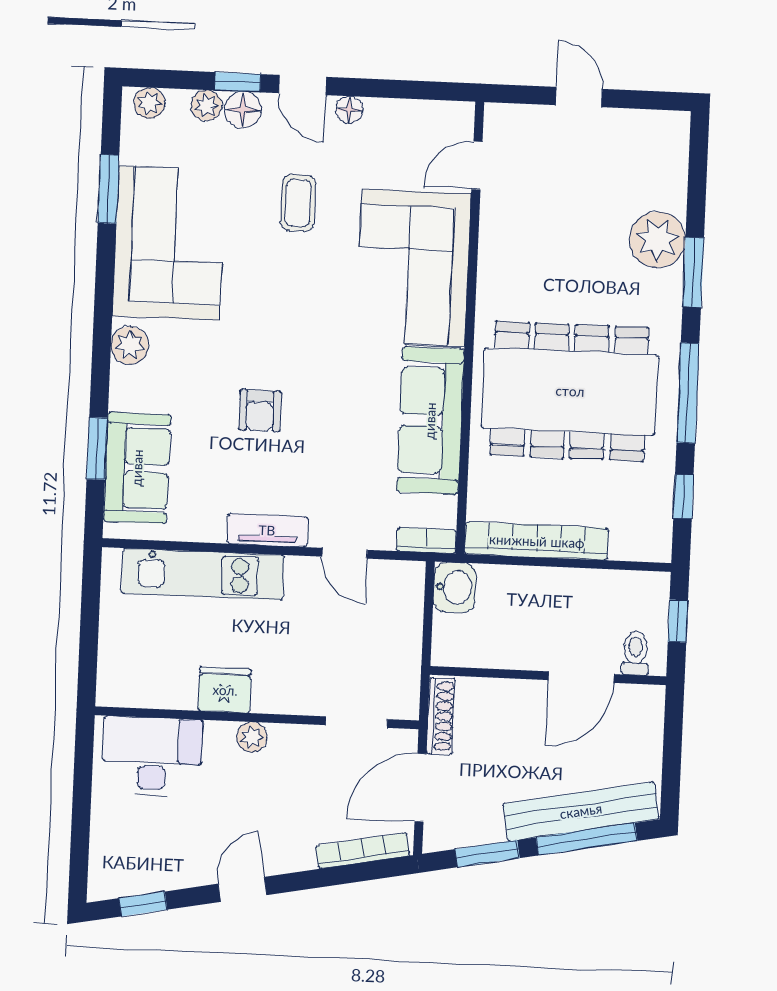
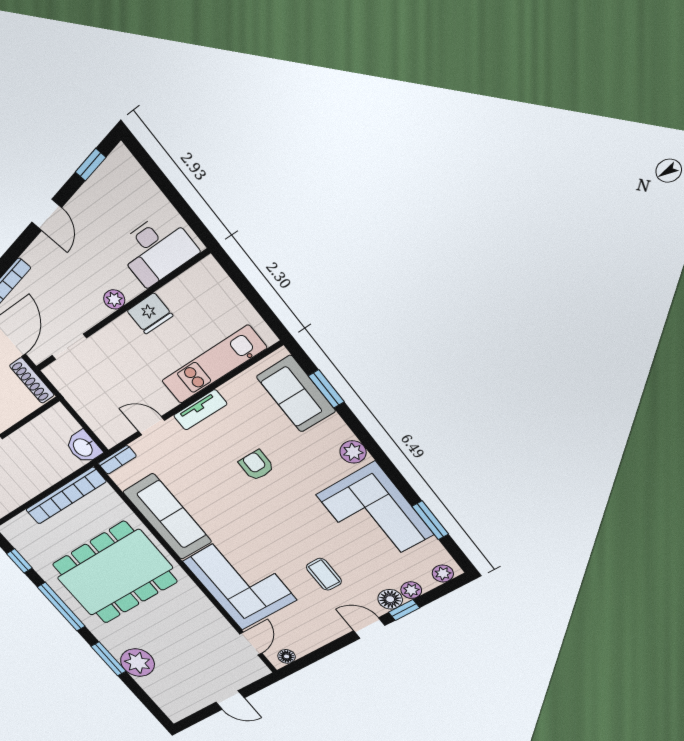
floor lamp: (349, 110) -> (287, 656), moved

